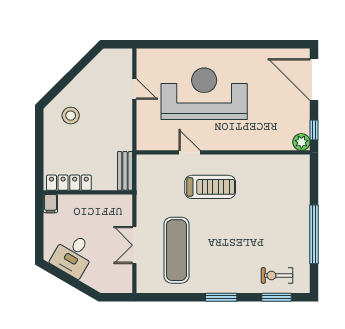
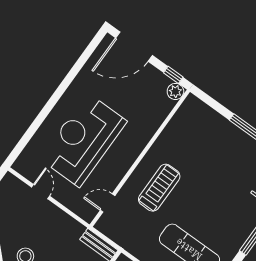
door: (134, 89) -> (41, 192), hinge flipped
door: (189, 152) -> (108, 203), moved

